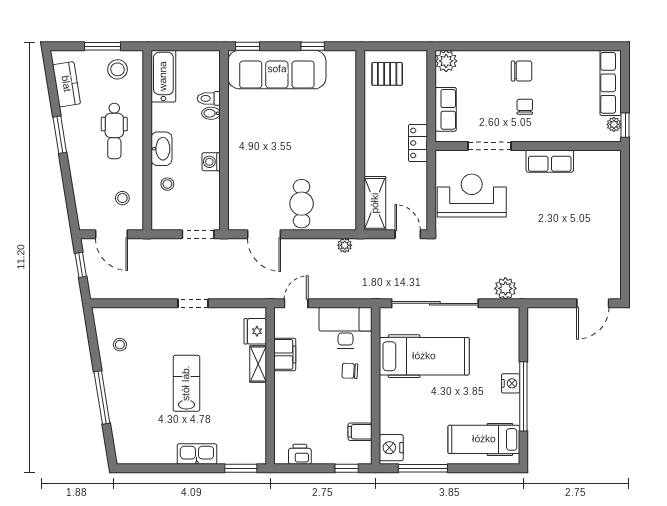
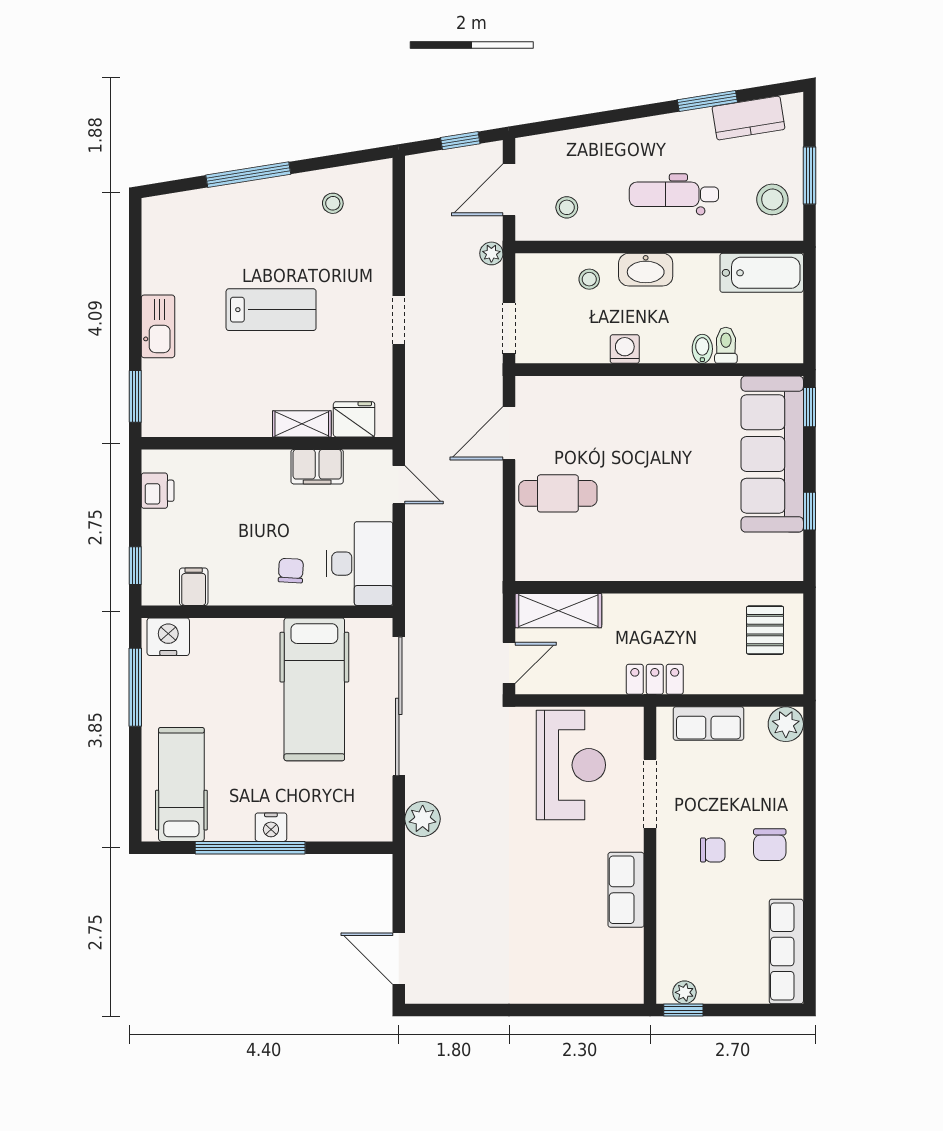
row of seats: (611, 83) -> (786, 952), moved, turned -90
window: (60, 135) -> (707, 101), moved
plant: (345, 245) -> (491, 253), moved

